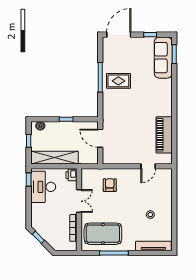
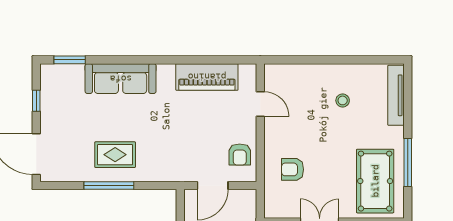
sofa: (163, 58) -> (121, 79), moved
rug: (118, 81) -> (115, 155), turned 90
armchair: (119, 154) -> (240, 155), added

